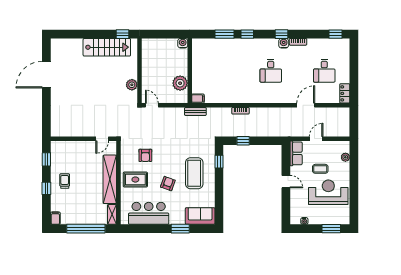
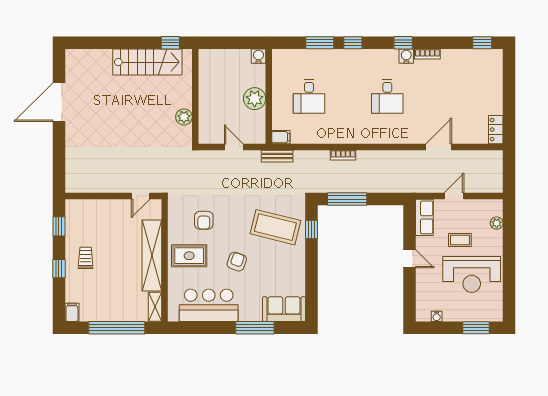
desk: (324, 71) -> (309, 96), moved
plant: (180, 83) -> (255, 99), moved
door: (152, 105) -> (234, 147), moved
window: (243, 141) -> (347, 199), width x2.17
coffee table: (194, 173) -> (275, 227), moved, turned -76
reception desk: (328, 192) -> (472, 274), turned 180
window: (180, 229) -> (255, 328), width x1.44

